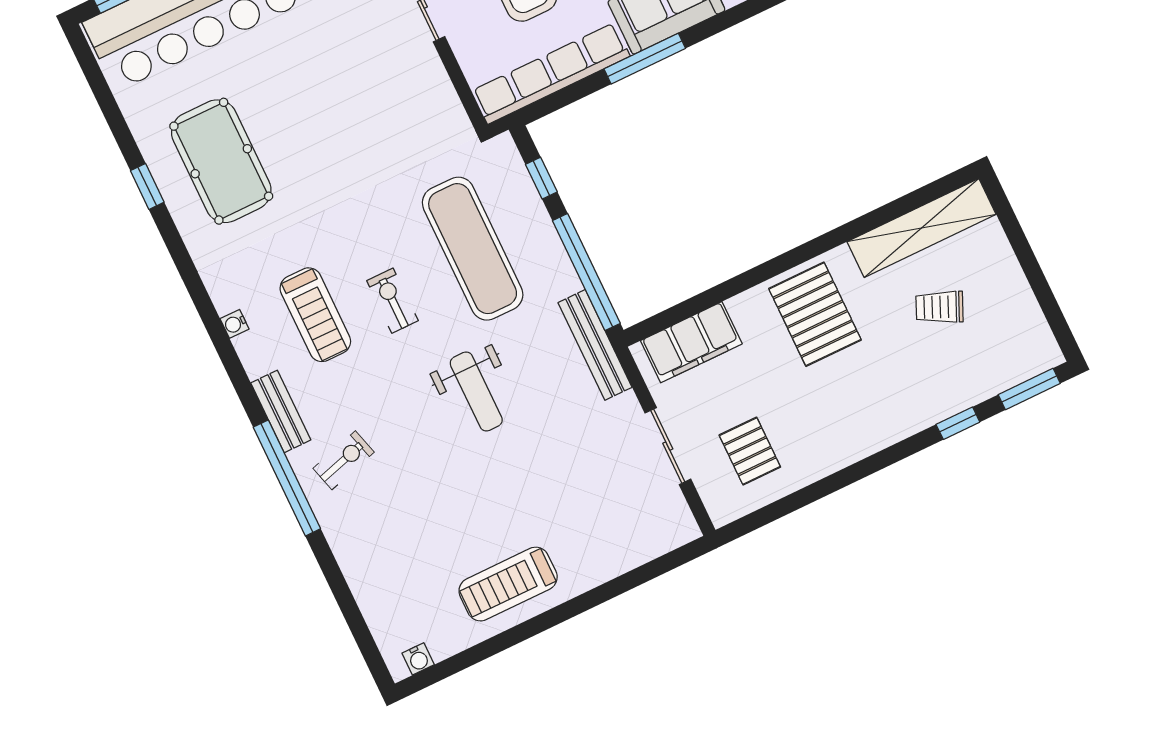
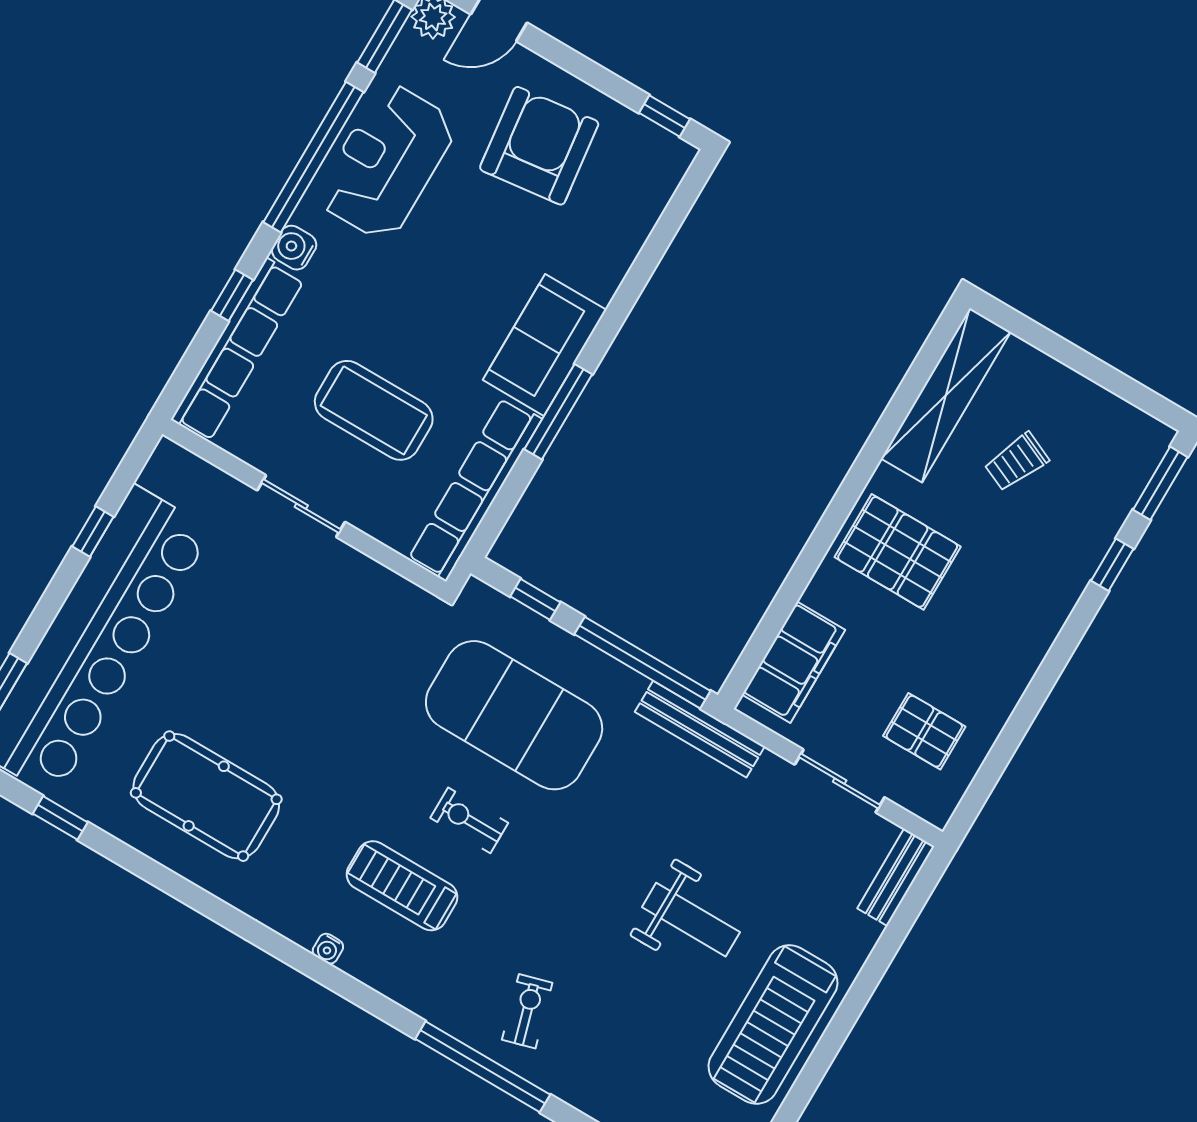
window: (147, 186) -> (60, 818), moved
exercise mat: (473, 249) -> (514, 715), width x1.47
treadmill: (315, 315) -> (402, 886), turned 180
weight bench: (476, 391) -> (691, 920), moved
bench: (281, 411) -> (896, 877), moved, turned 90
treadmill: (508, 584) -> (773, 1024), width x1.37, depth x1.38

